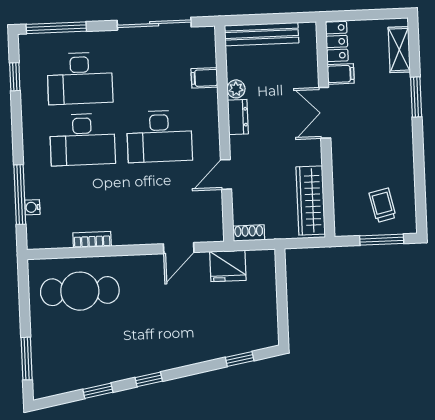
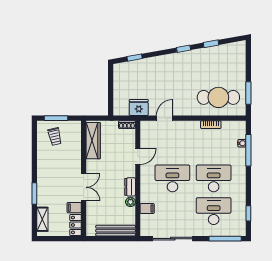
window: (27, 359) -> (248, 93), moved

